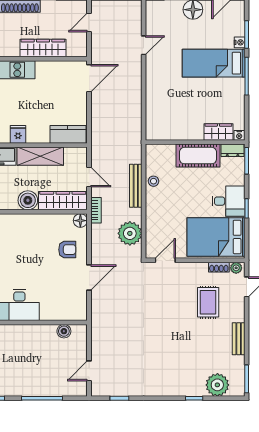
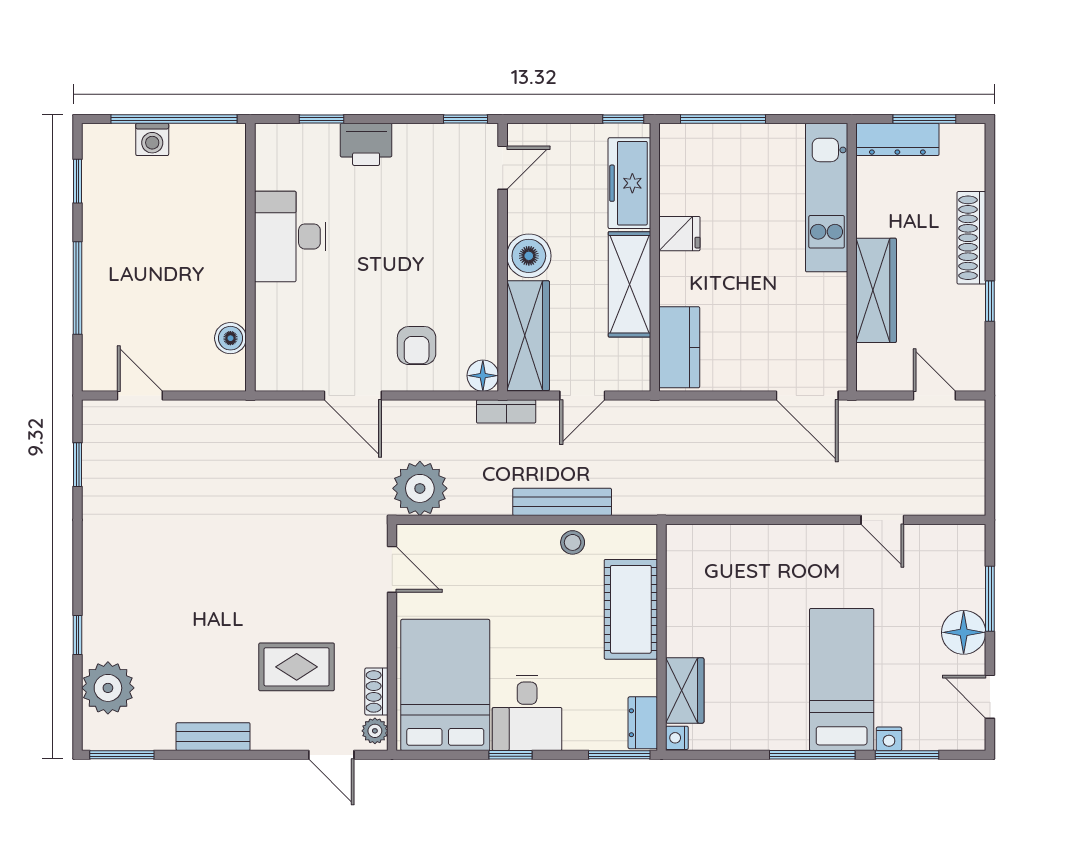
cot: (198, 156) -> (631, 609), moved
plant: (130, 233) -> (420, 488), moved

